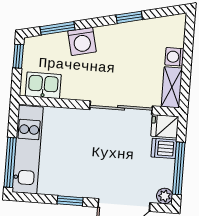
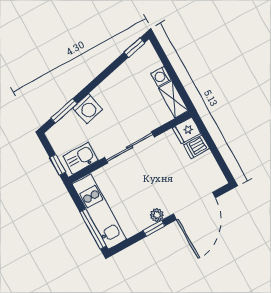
window: (129, 17) -> (134, 48), moved
window: (18, 56) -> (58, 165), moved
sliding door: (121, 108) -> (130, 147), moved
window: (179, 168) -> (217, 154), removed
plant: (165, 196) -> (157, 215), moved

